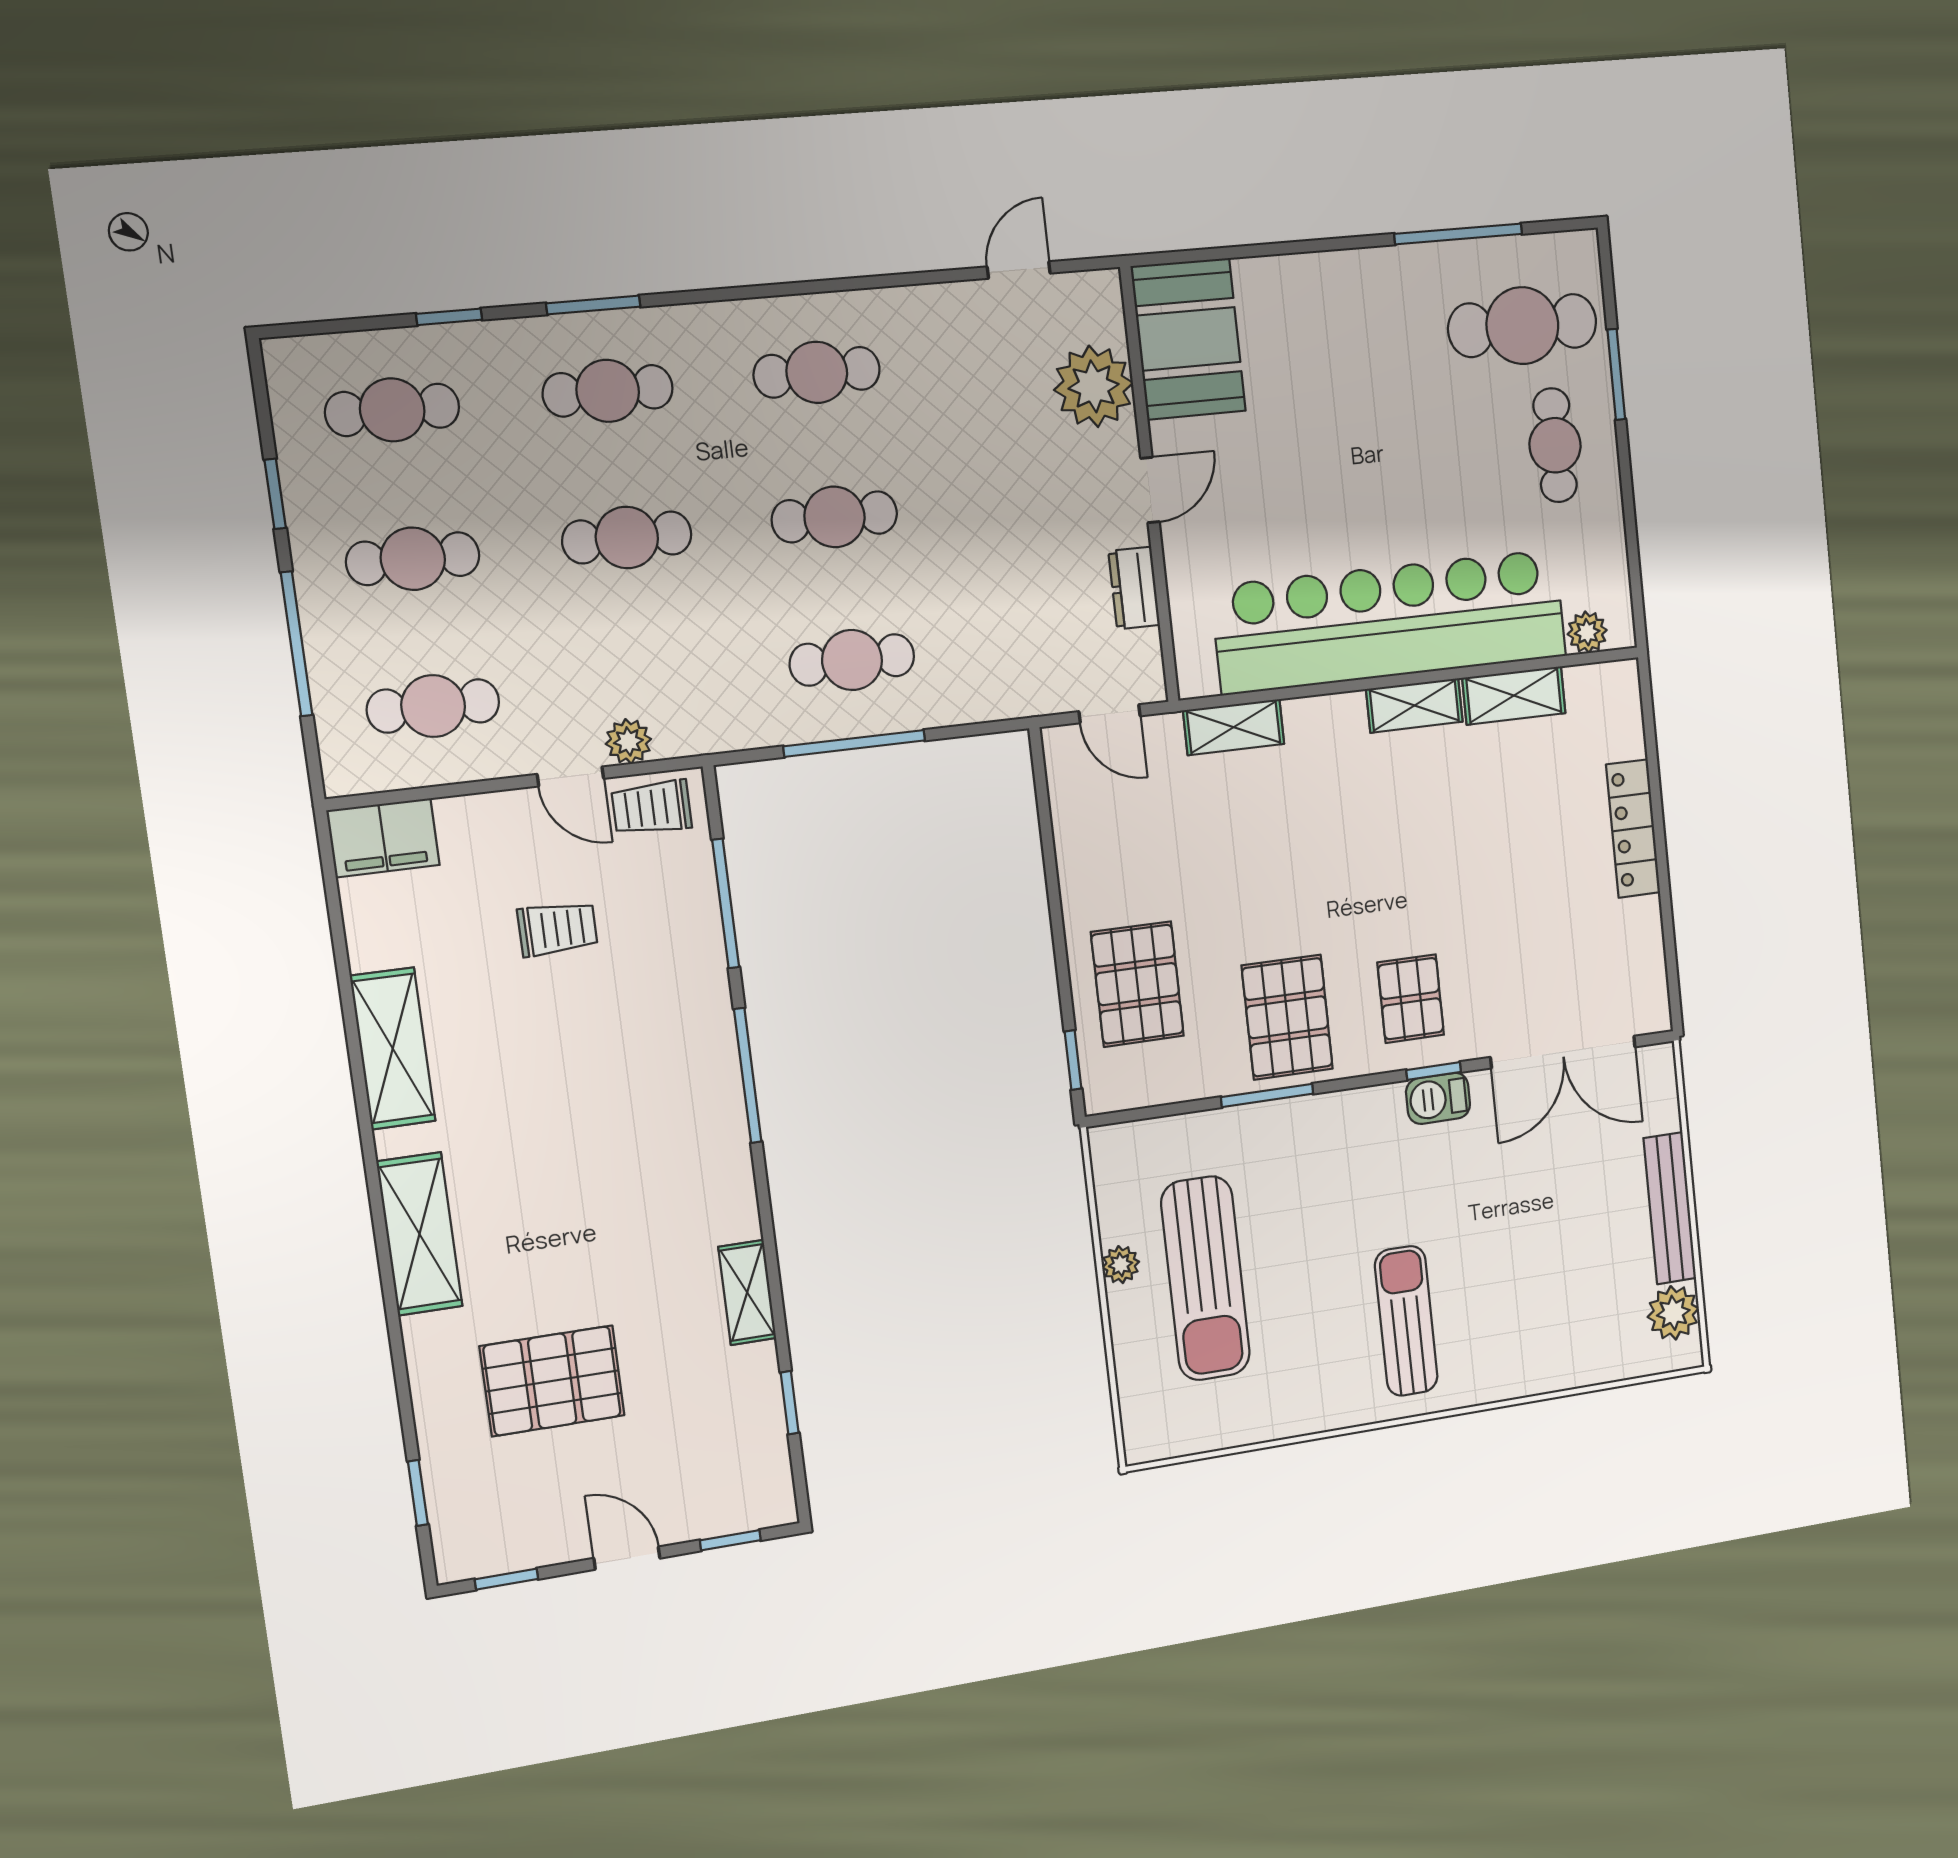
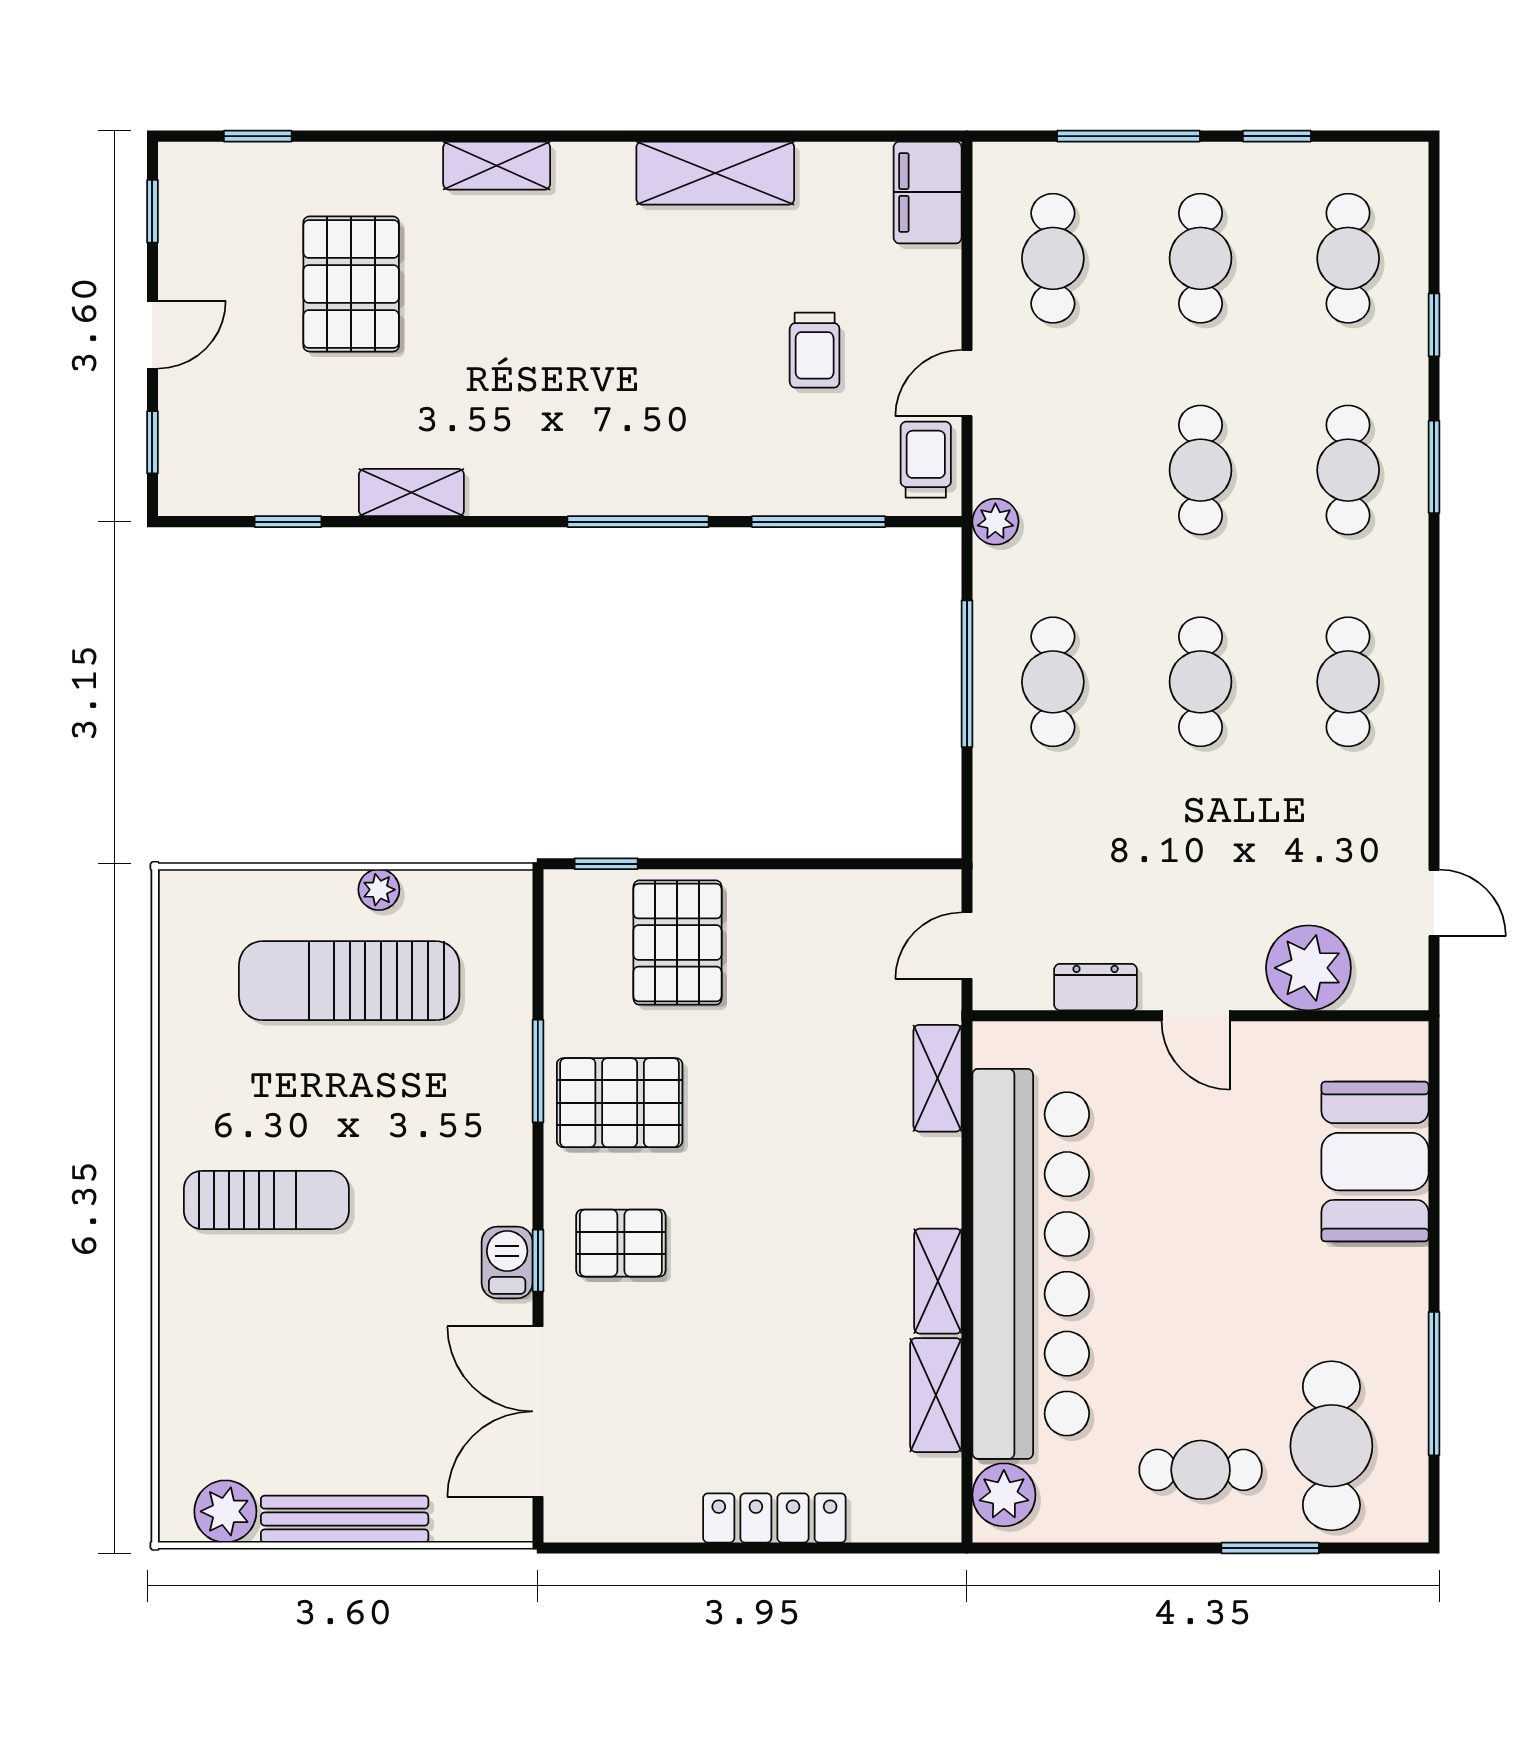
booth: (1188, 339) -> (1375, 1162), moved, turned 90
plant: (1587, 632) -> (1004, 1495), width x1.38, depth x1.38
plant: (628, 741) -> (995, 522), moved
pallet: (1137, 984) -> (677, 943), turned 90
shelving: (420, 1234) -> (497, 166), width x0.67, depth x0.75

